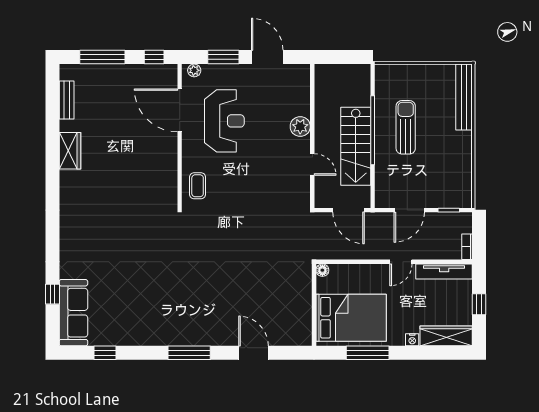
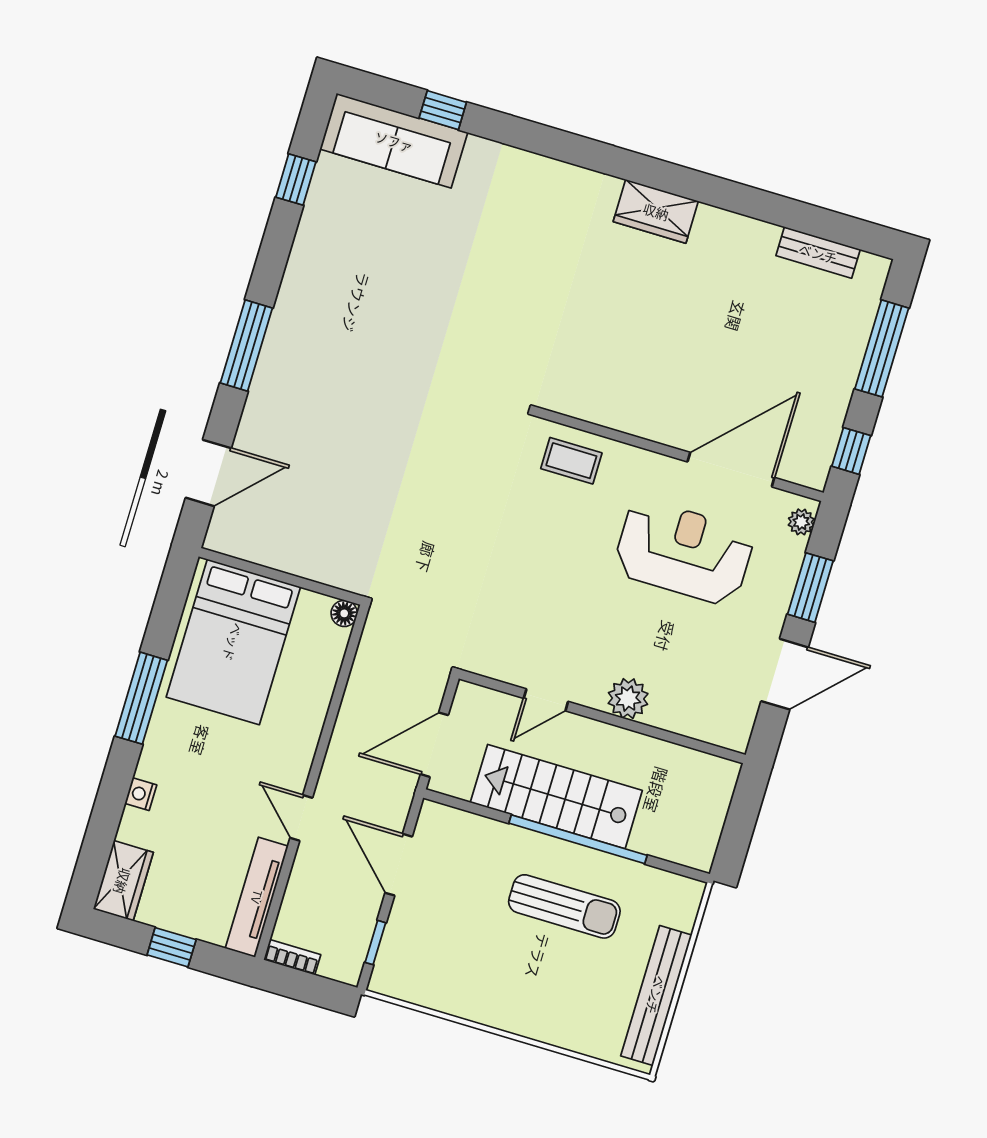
bench: (464, 97) -> (656, 995), moved, turned 90
reception desk: (224, 121) -> (684, 552), turned 180
wardrobe: (70, 151) -> (656, 211), moved
floor lamp: (322, 270) -> (344, 613), moved
wall: (314, 305) -> (281, 576), moved
bed: (351, 318) -> (233, 642), moved
wardrobe: (446, 336) -> (123, 881), width x0.67

